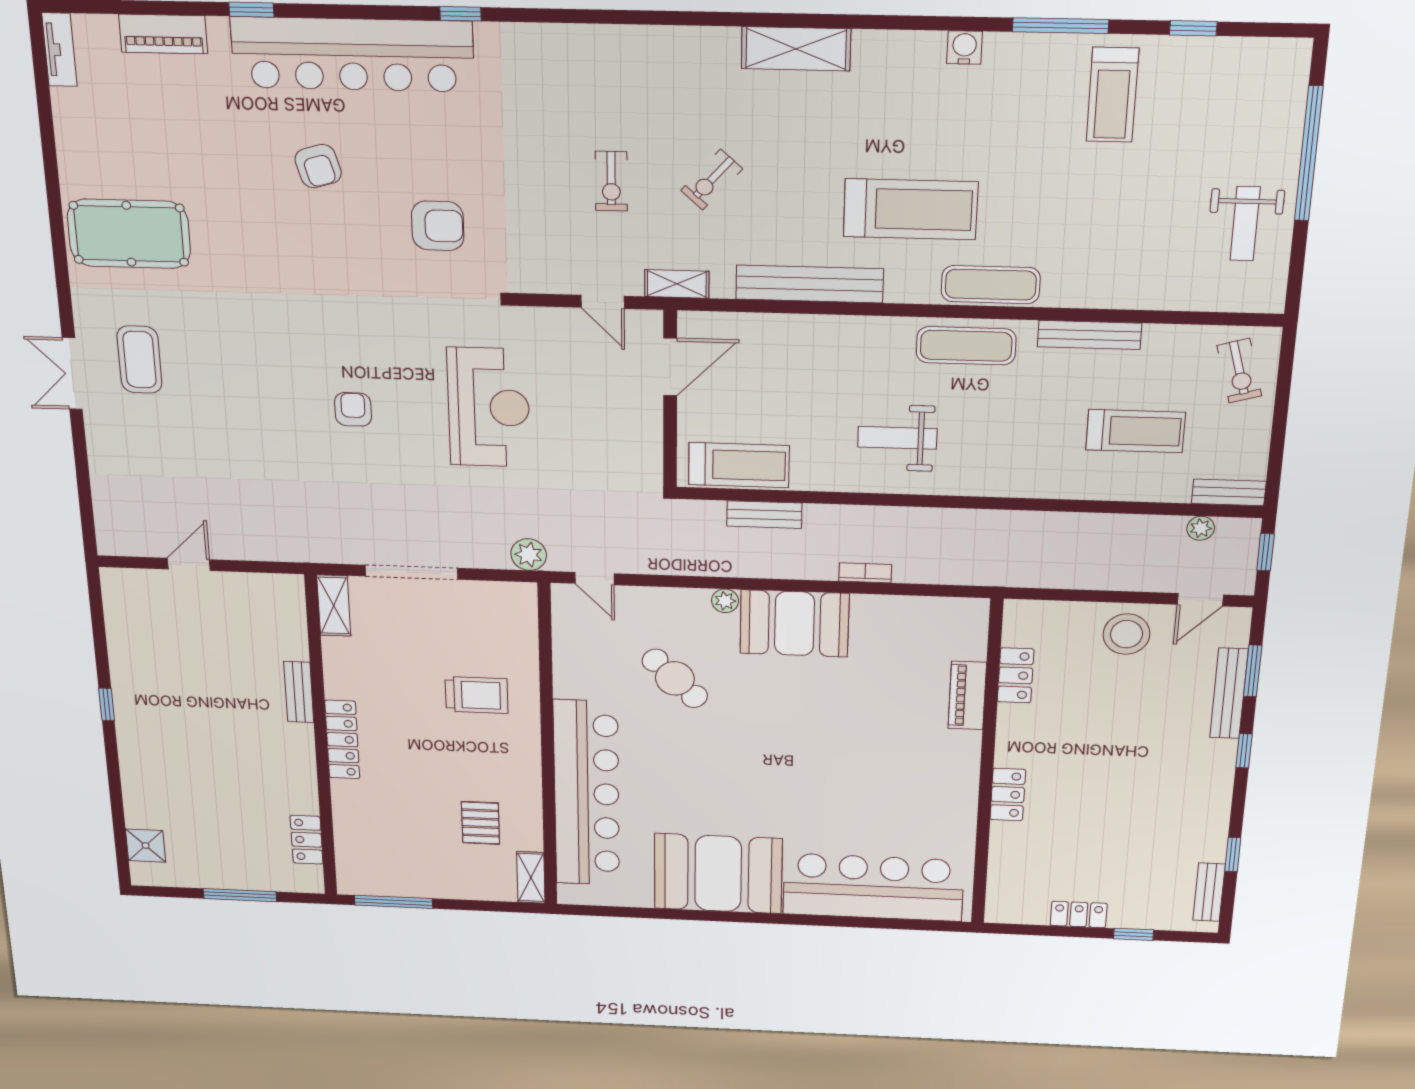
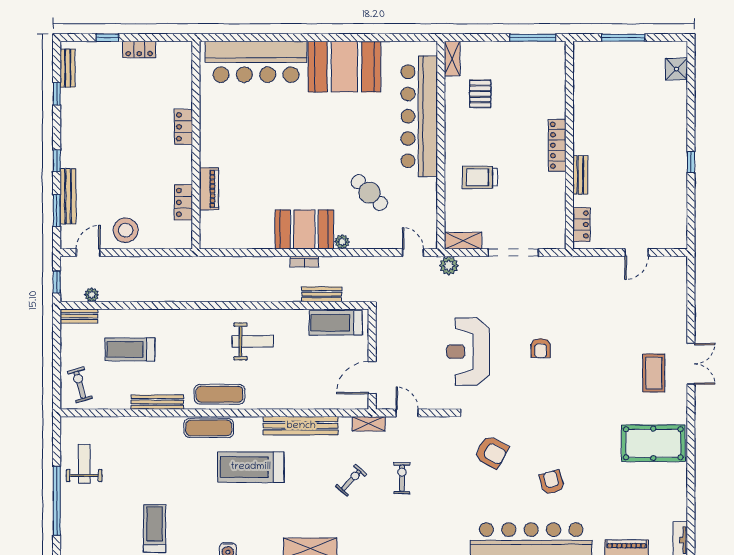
armchair: (438, 226) -> (492, 452), turned -151
bookcase: (865, 573) -> (304, 262), moved
shelving: (334, 606) -> (463, 241), moved, turned 90
locker: (307, 840) -> (582, 225), moved

